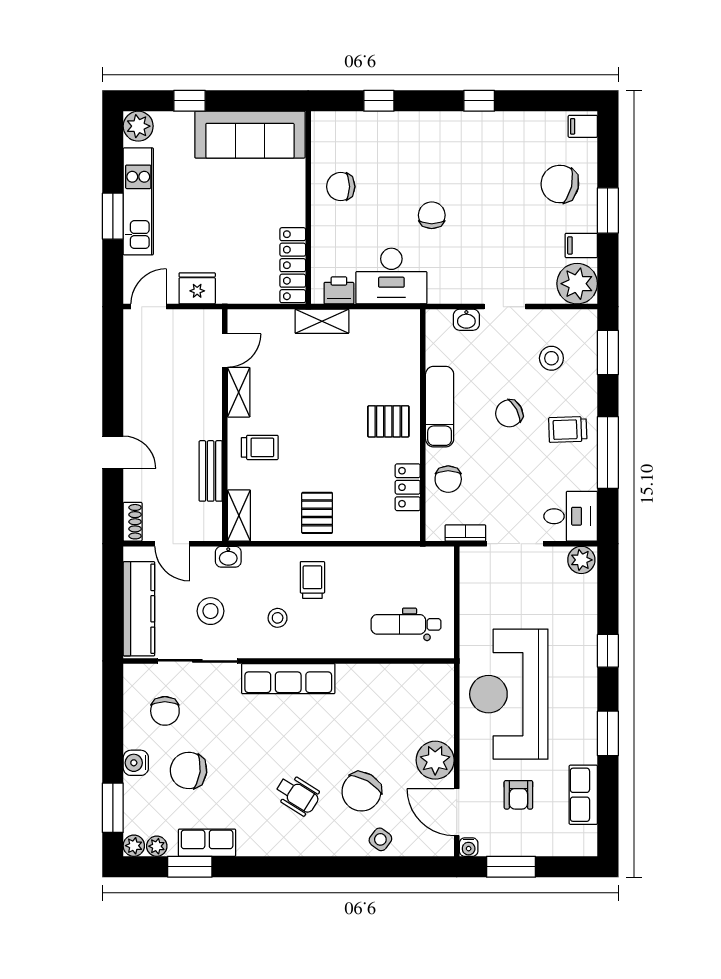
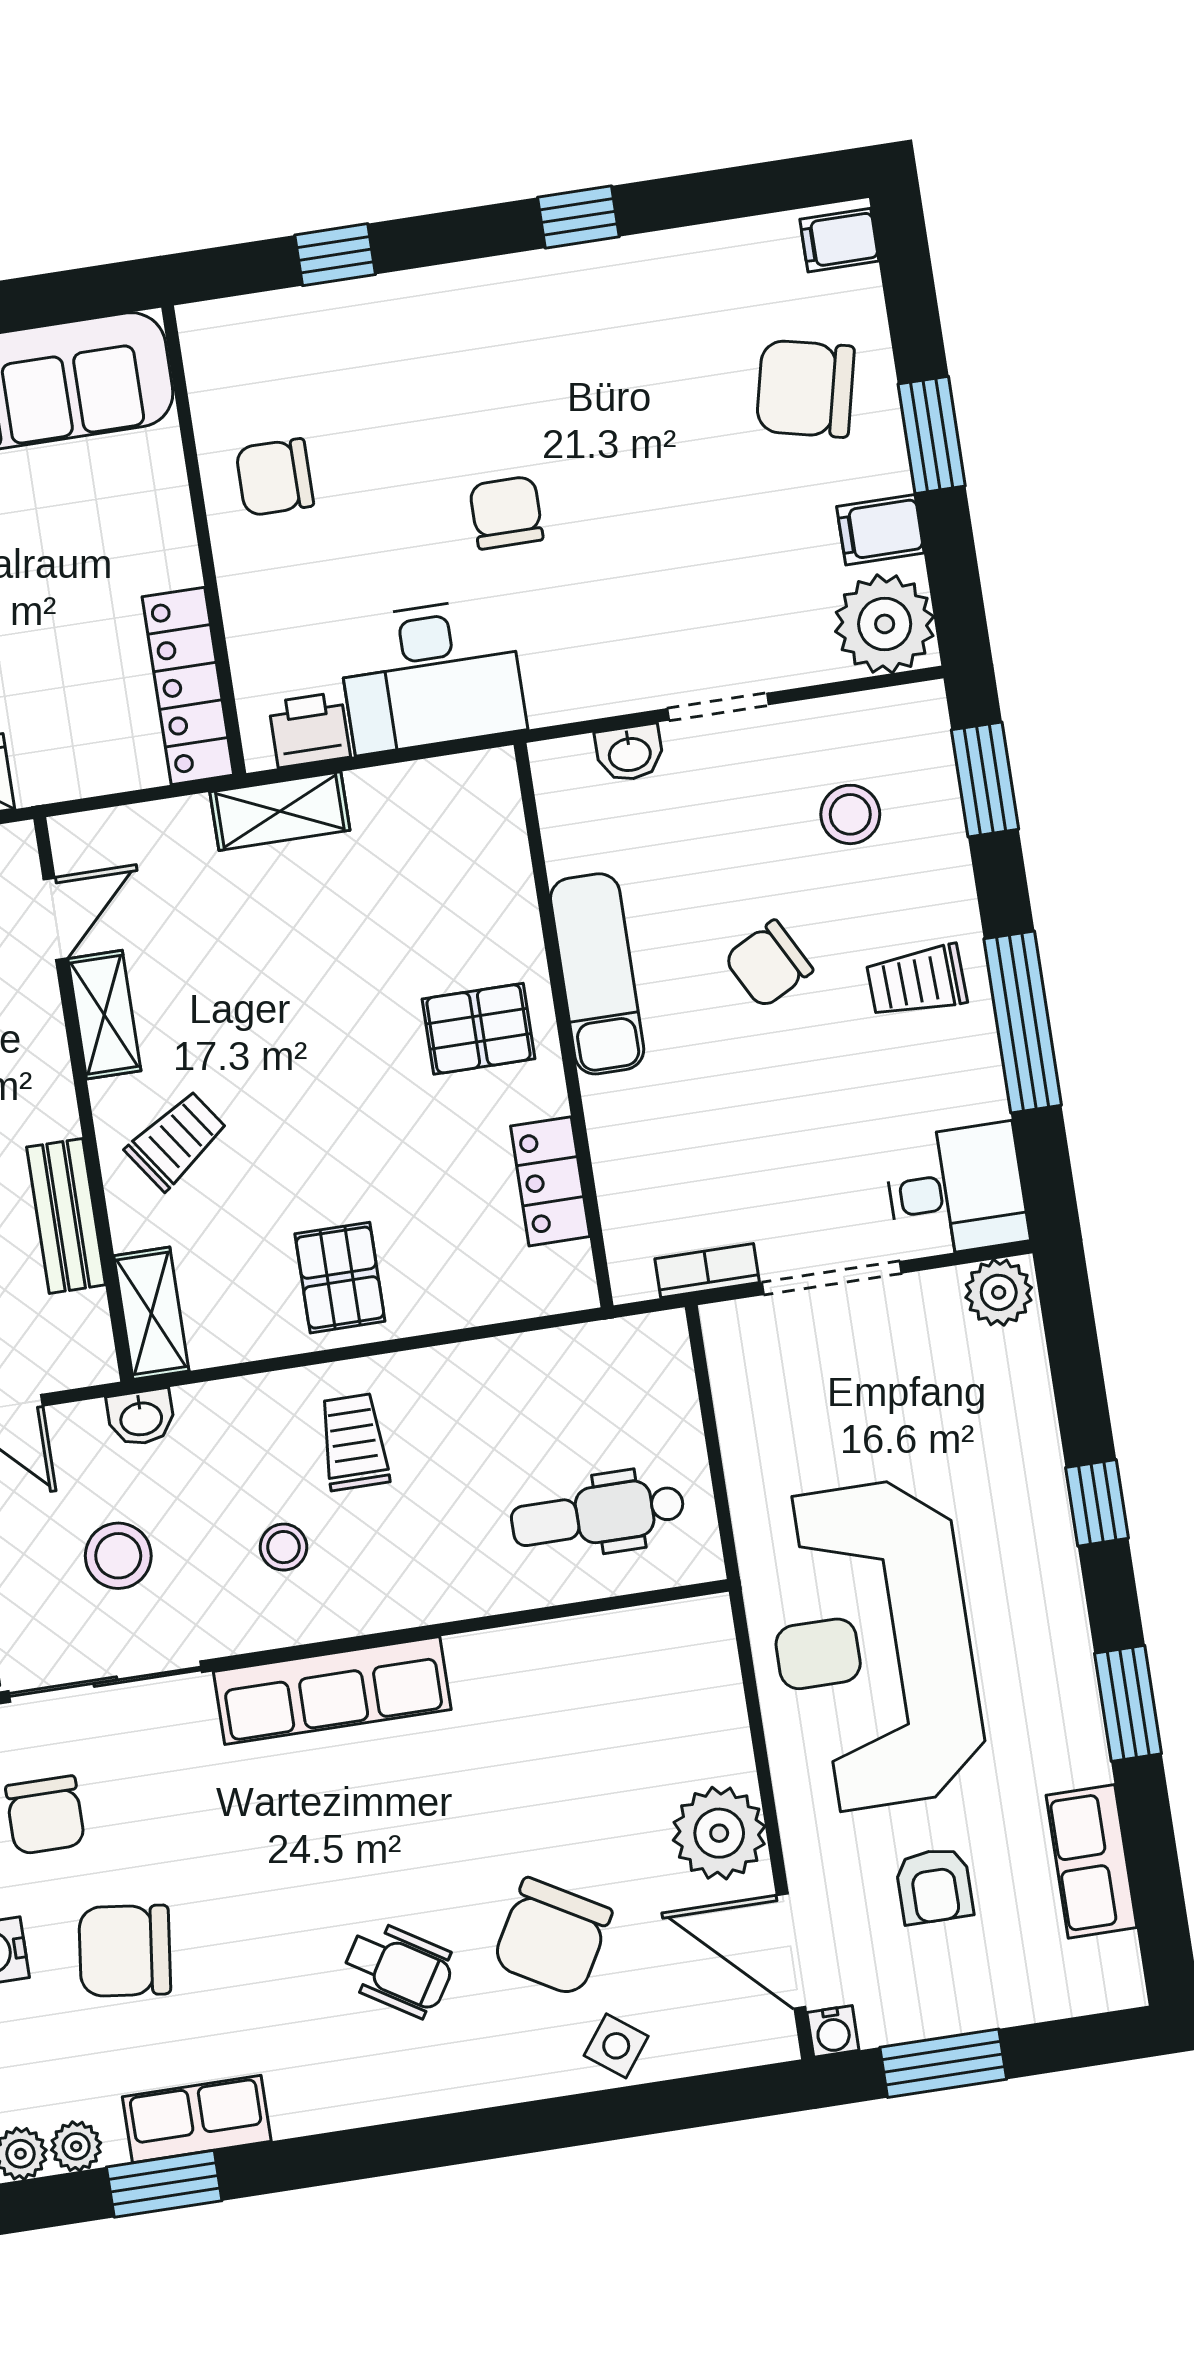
trolley: (260, 447) -> (176, 1140), turned -35
chair: (448, 479) -> (645, 1146), removed

